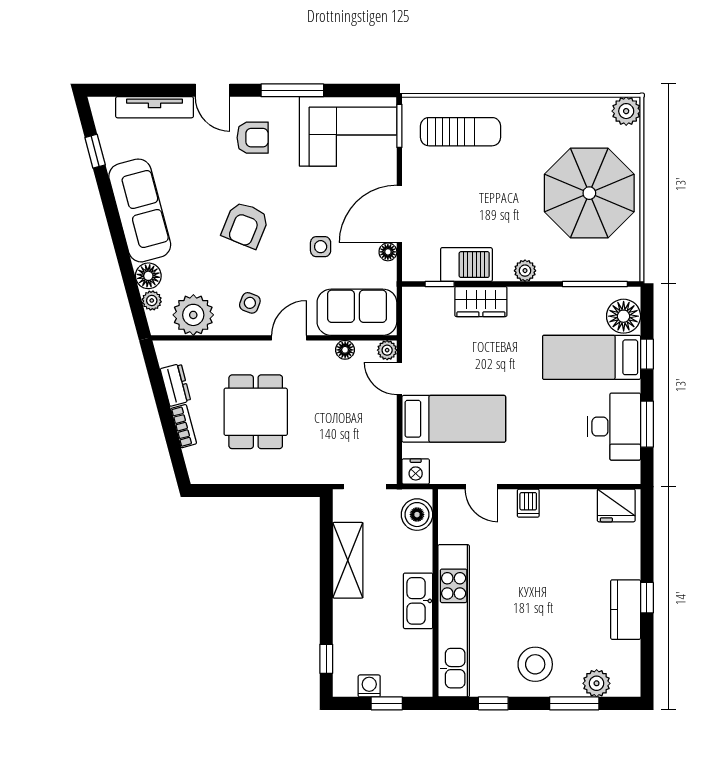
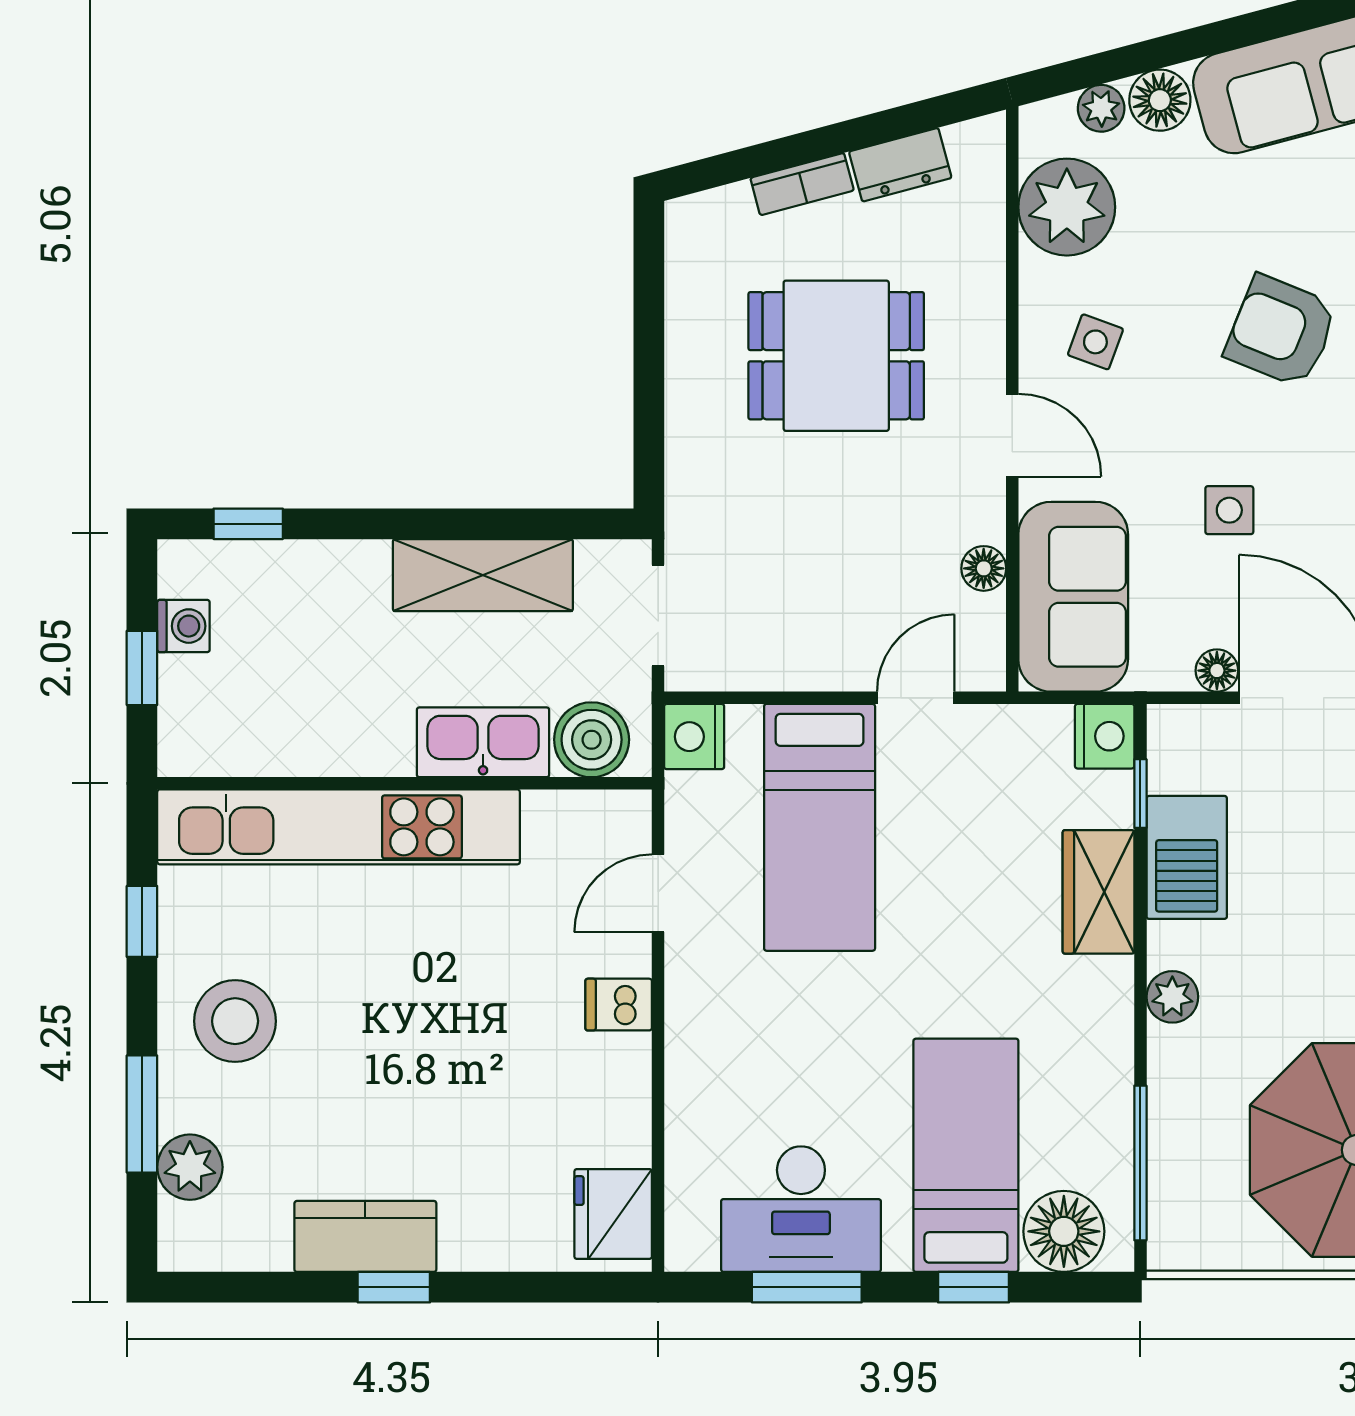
nightstand: (416, 299) -> (1105, 736), added
plant: (387, 350) -> (983, 669), removed
kitchen sink: (418, 601) -> (483, 742), moved

